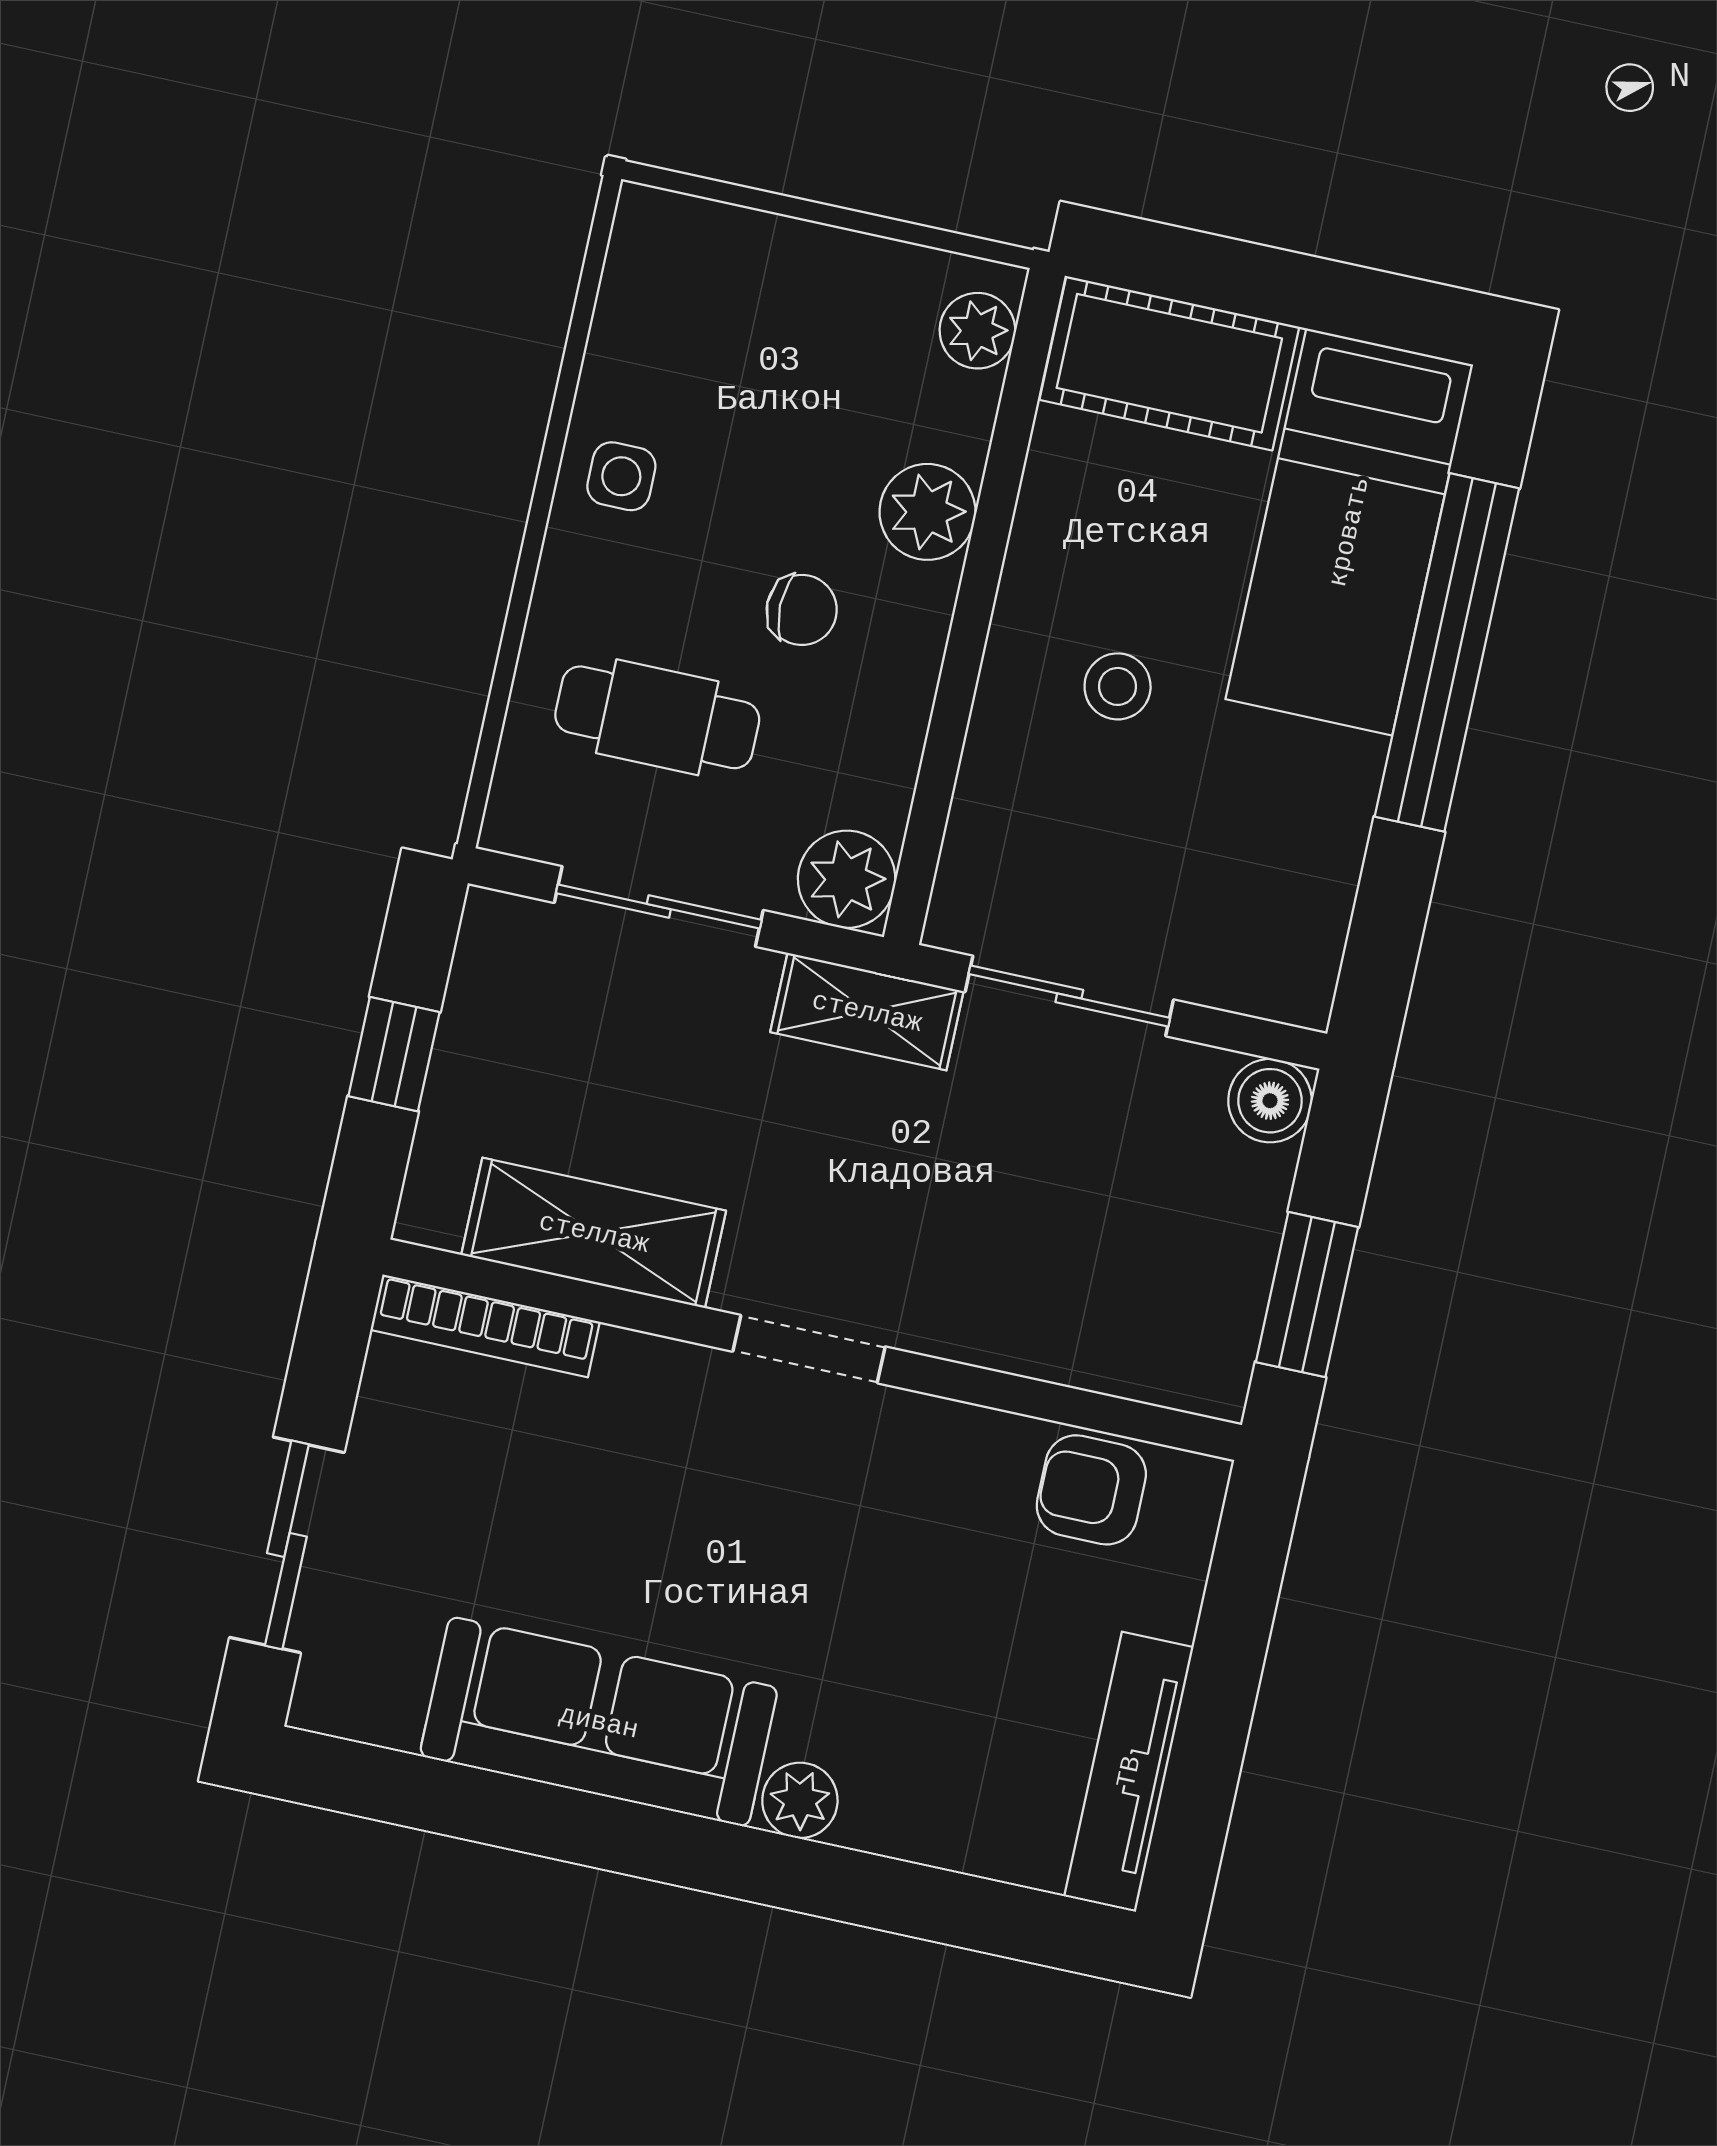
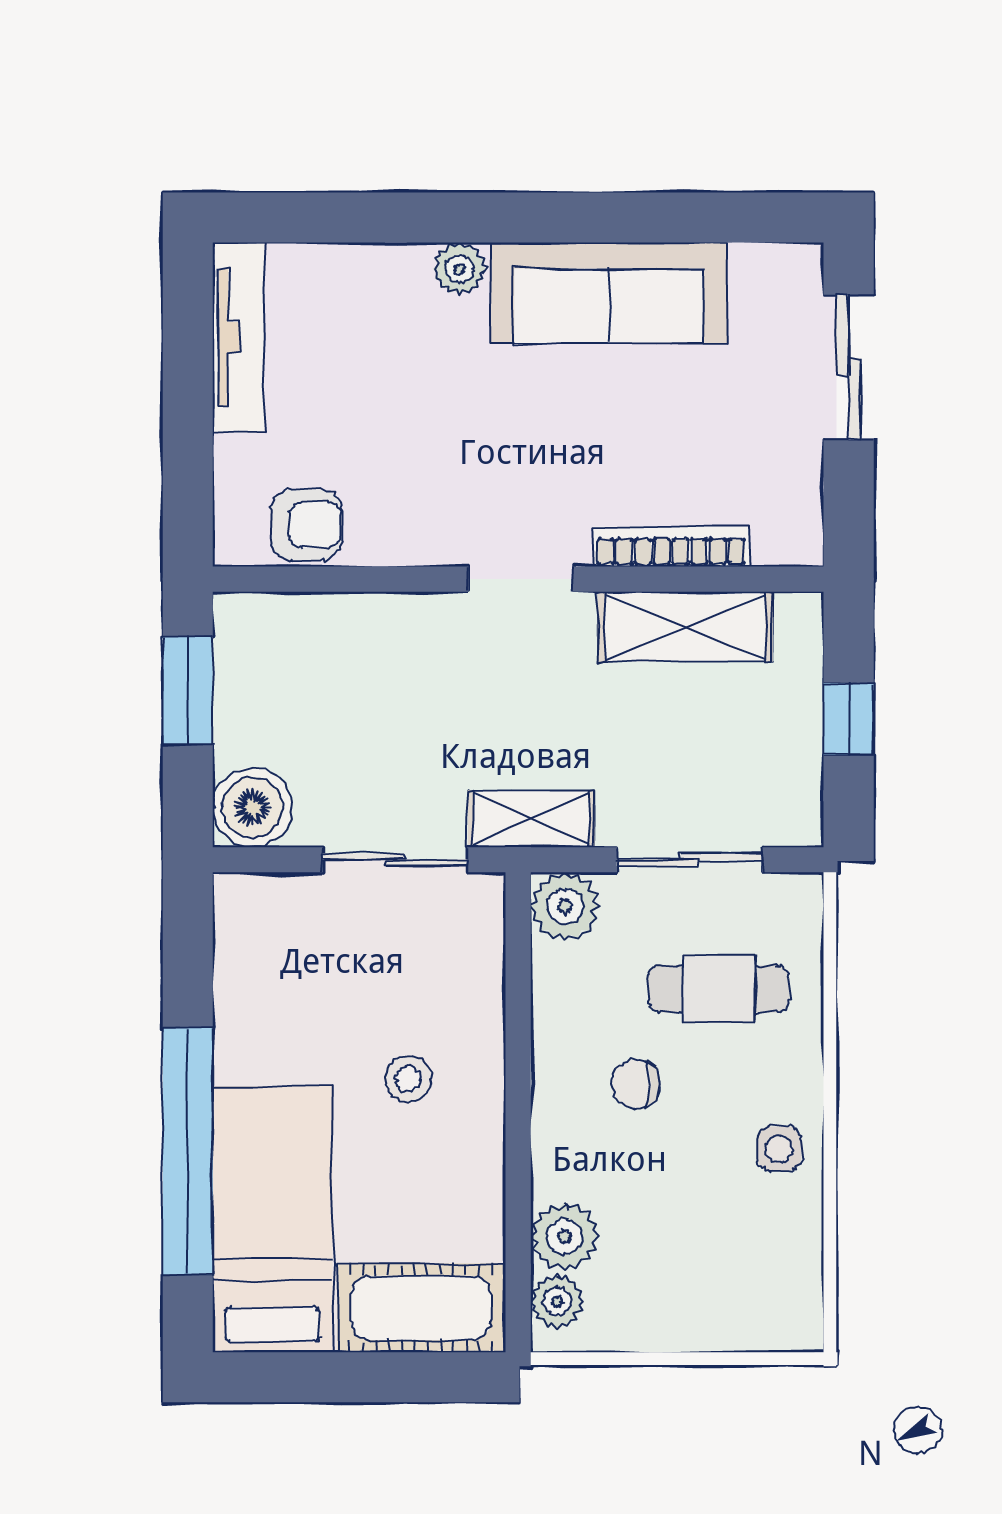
plant: (927, 512) -> (564, 1236), moved
boiler: (1270, 1101) -> (253, 807), width x1.36, depth x1.36
bookcase: (485, 1326) -> (671, 547), moved

